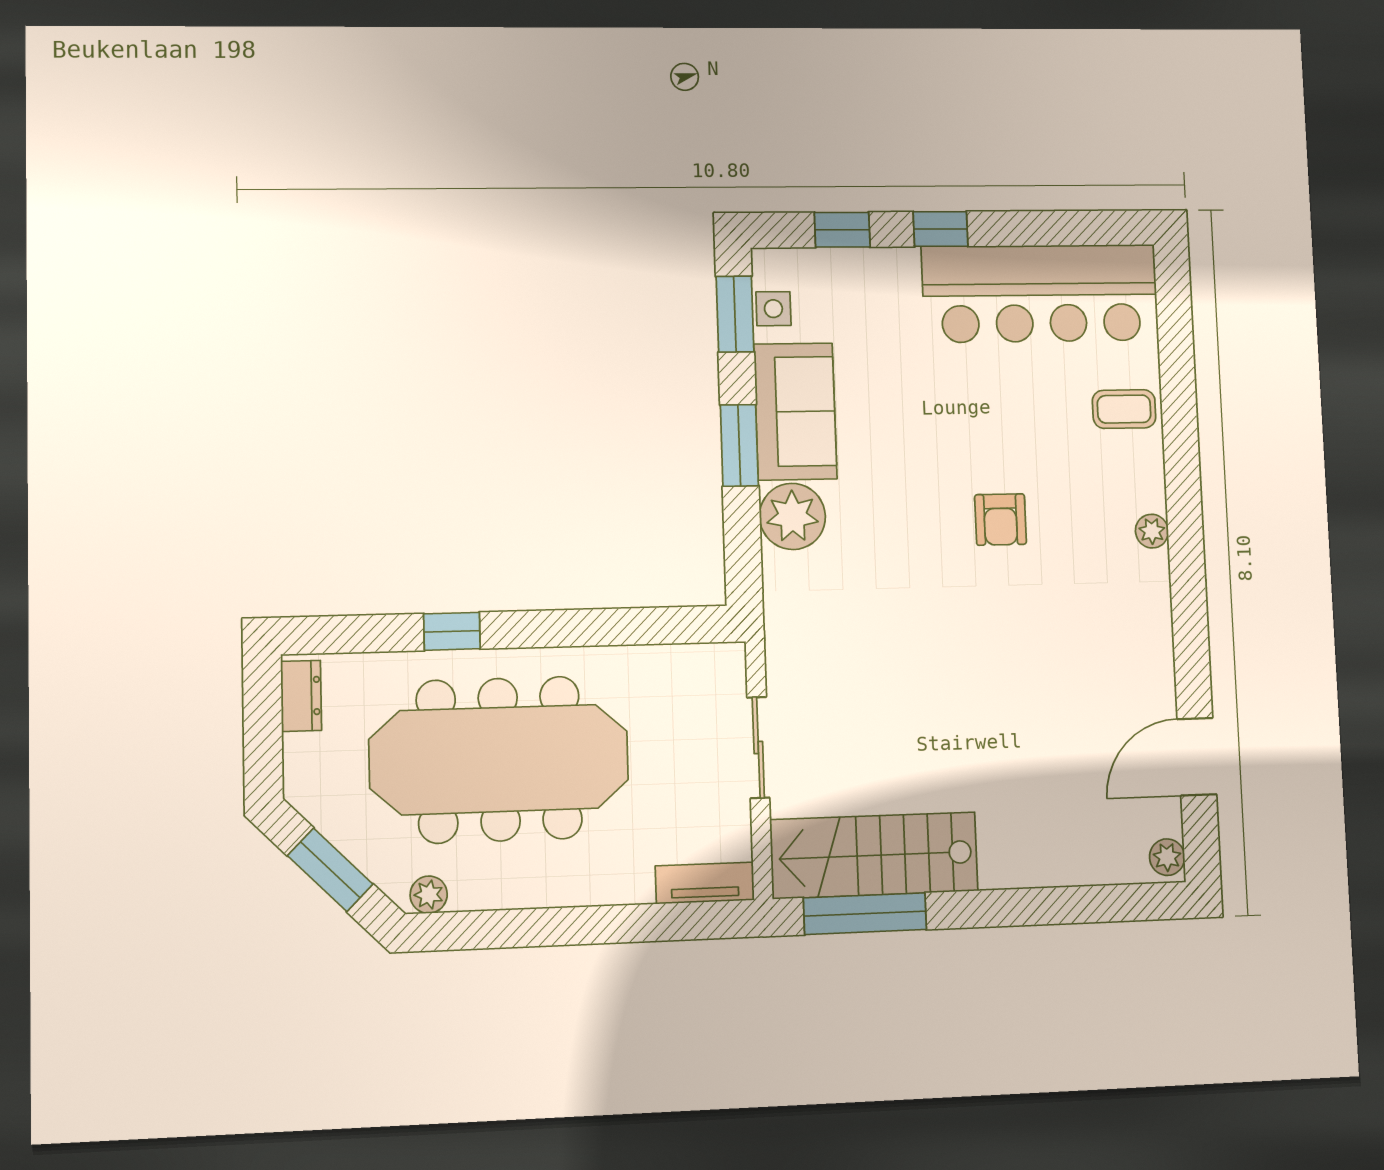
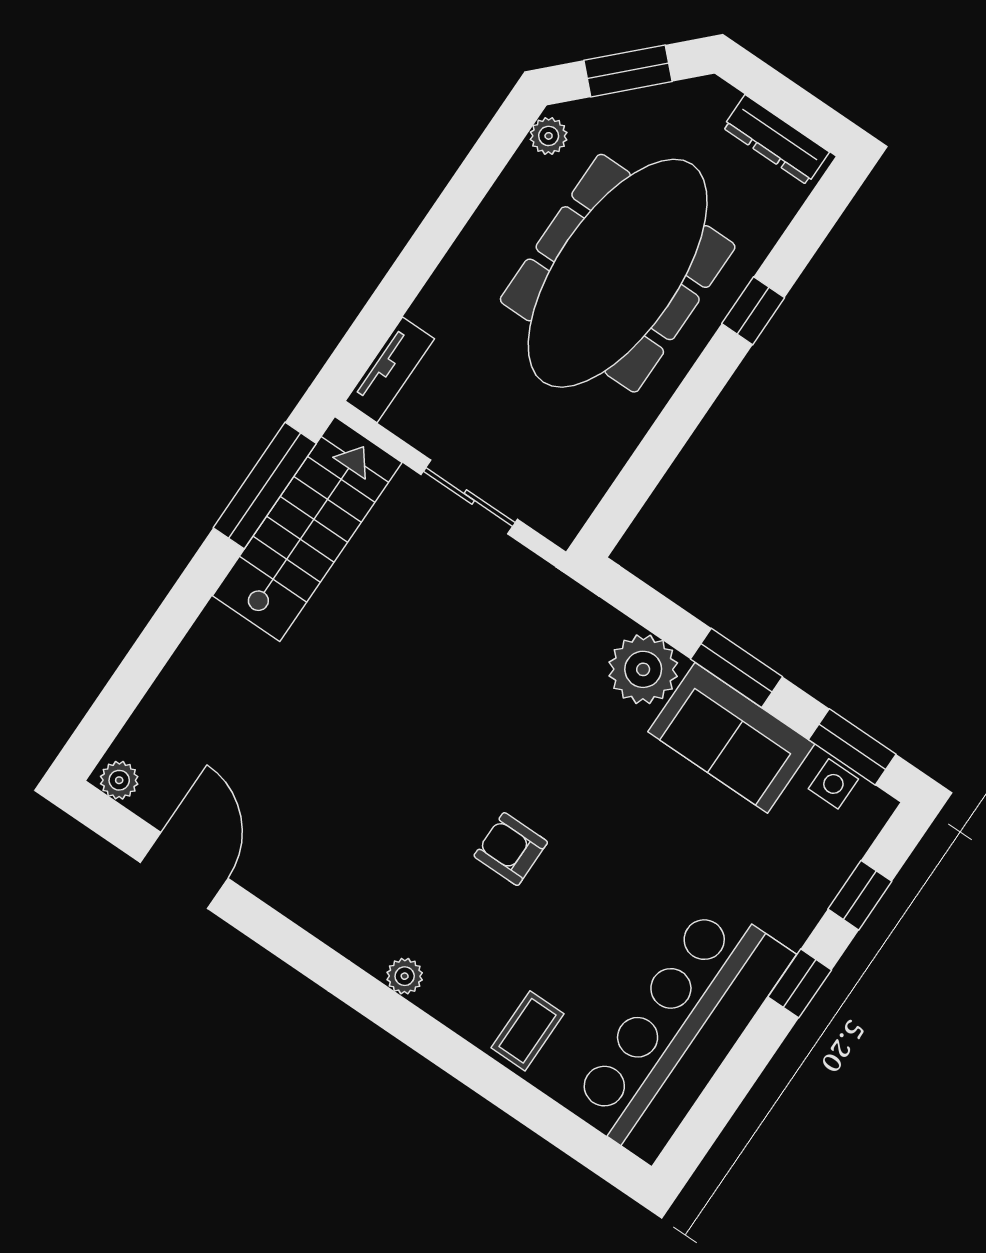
dresser: (301, 696) -> (776, 140), width x1.44

